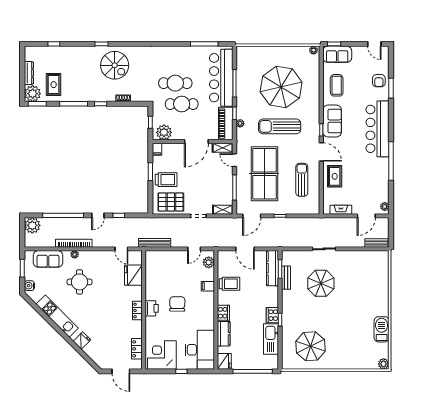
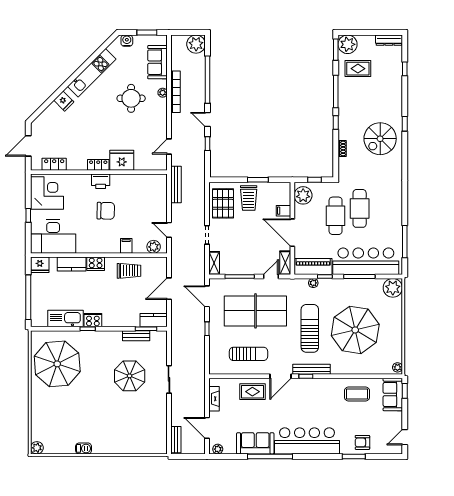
plant: (244, 54) -> (393, 288), added
dresser: (29, 73) -> (389, 40), moved
sofa: (332, 121) -> (255, 443), moved, turned 180
bench: (315, 125) -> (312, 369), added
filing cabinet: (157, 149) -> (284, 211), moved
kitchen counter: (273, 268) -> (154, 320), width x0.67
fridge: (133, 275) -> (122, 160), moved
trolley: (230, 284) -> (129, 271), turned -90
barbecue: (382, 329) -> (84, 448), width x0.53, depth x0.65
parasol: (311, 346) -> (57, 364), width x1.36, depth x1.36

